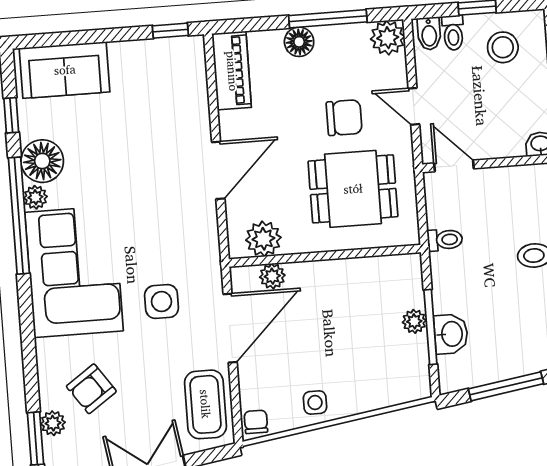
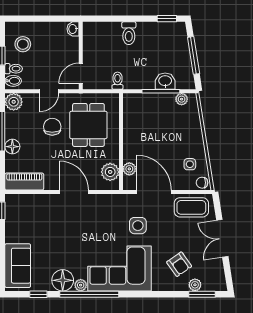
plant: (414, 321) -> (182, 99), moved
side table: (315, 403) -> (190, 164), moved

